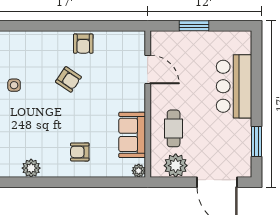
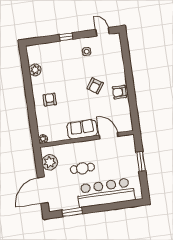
door: (148, 70) -> (109, 136), swing flipped
bar counter: (234, 86) -> (106, 193), width x1.36
cafe table: (174, 128) -> (82, 168), moved
sofa: (132, 135) -> (82, 129), moved

